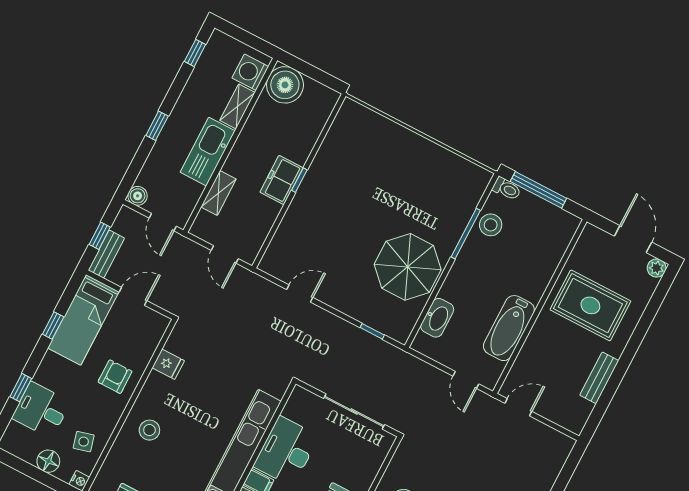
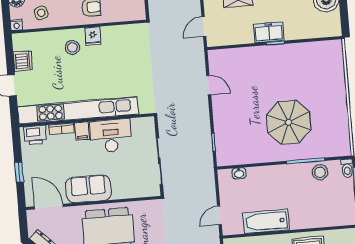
parasol: (408, 267) -> (289, 122), moved
washbasin: (437, 318) -> (239, 173), width x0.52, depth x0.69
fridge: (168, 364) -> (93, 36), moved

